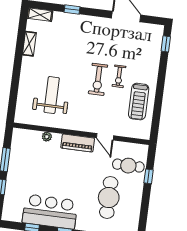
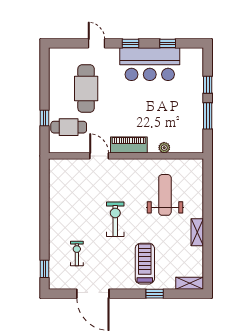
shelving: (29, 44) -> (197, 232), moved
exercise bike: (119, 76) -> (77, 253), moved
weight bench: (52, 95) -> (165, 195), turned 180
treadmill: (139, 102) -> (145, 264), moved

